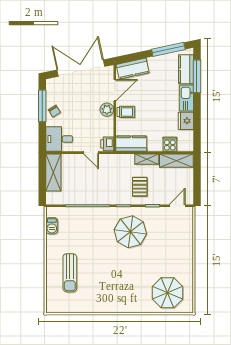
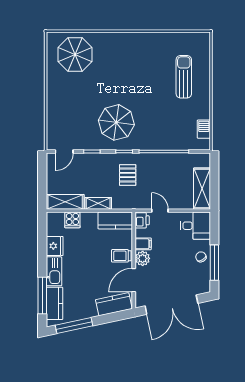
filing cabinet: (106, 123) -> (143, 244), added
pallet: (140, 187) -> (128, 175), moved

